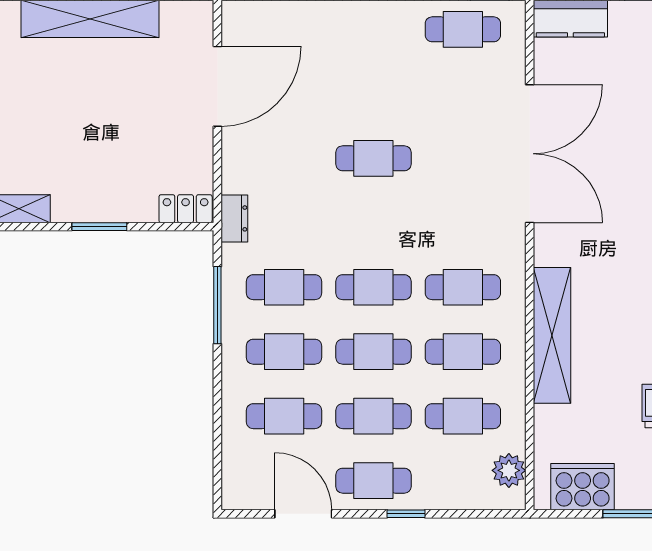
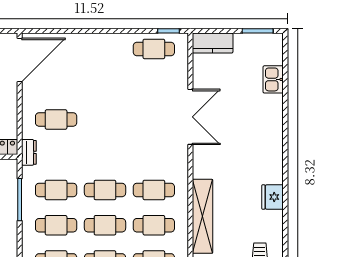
door: (217, 86) -> (20, 60), moved
double door: (530, 154) -> (190, 117), width x0.73
cafe table: (373, 158) -> (56, 119), moved

